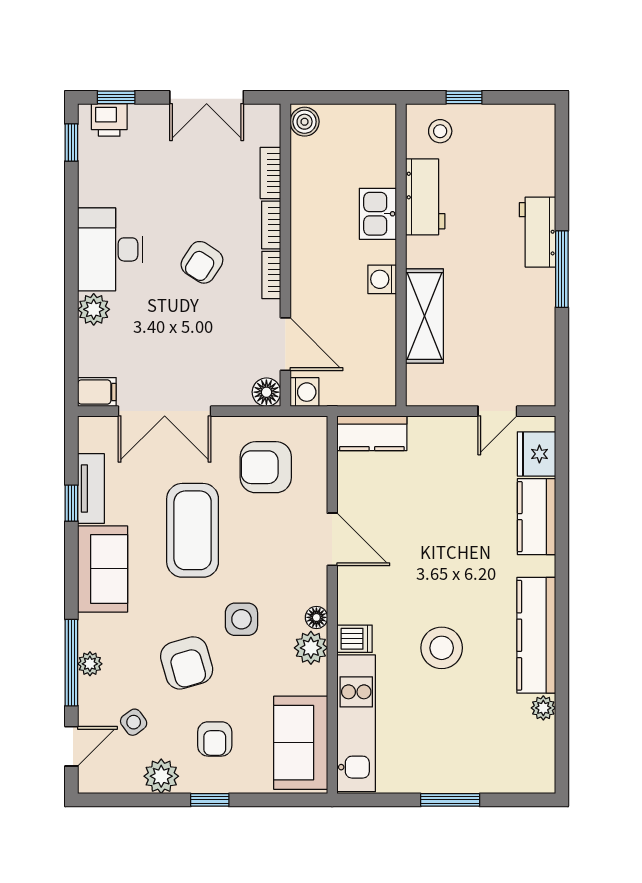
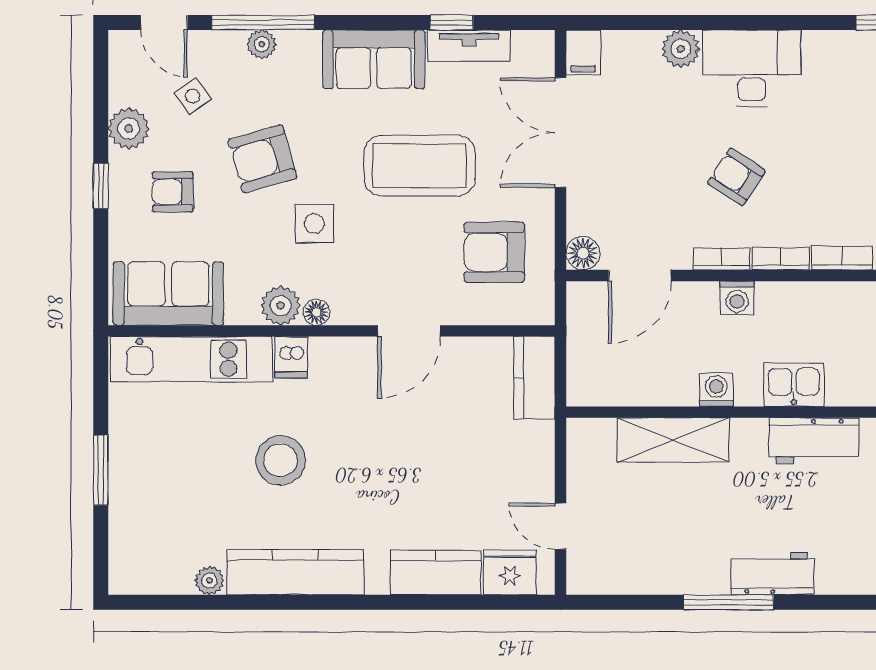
washing machine: (304, 392) -> (737, 298), moved
armchair: (266, 467) -> (494, 252), turned -90

